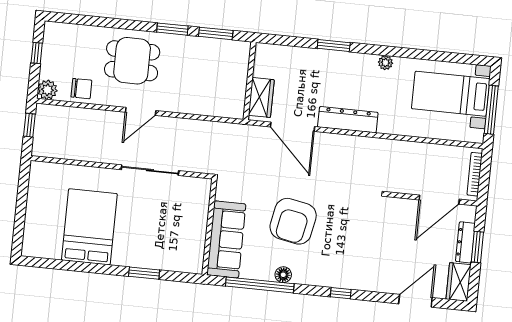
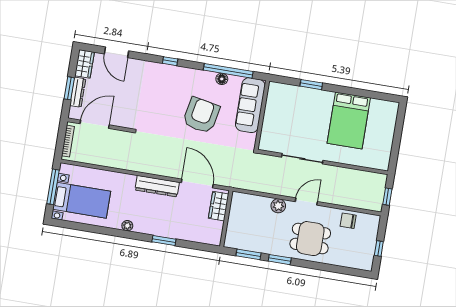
plant: (47, 90) -> (278, 206), moved
floor lamp: (283, 275) -> (222, 79), moved
door: (415, 301) -> (116, 52), hinge flipped

